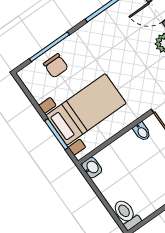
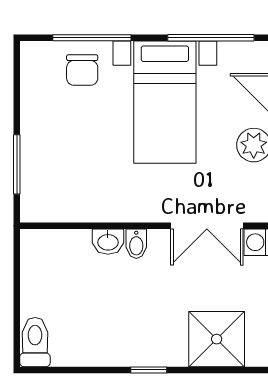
bed with nightstands: (86, 109) -> (165, 102), moved, turned 90
washbasin: (92, 168) -> (108, 242), moved, turned 90

